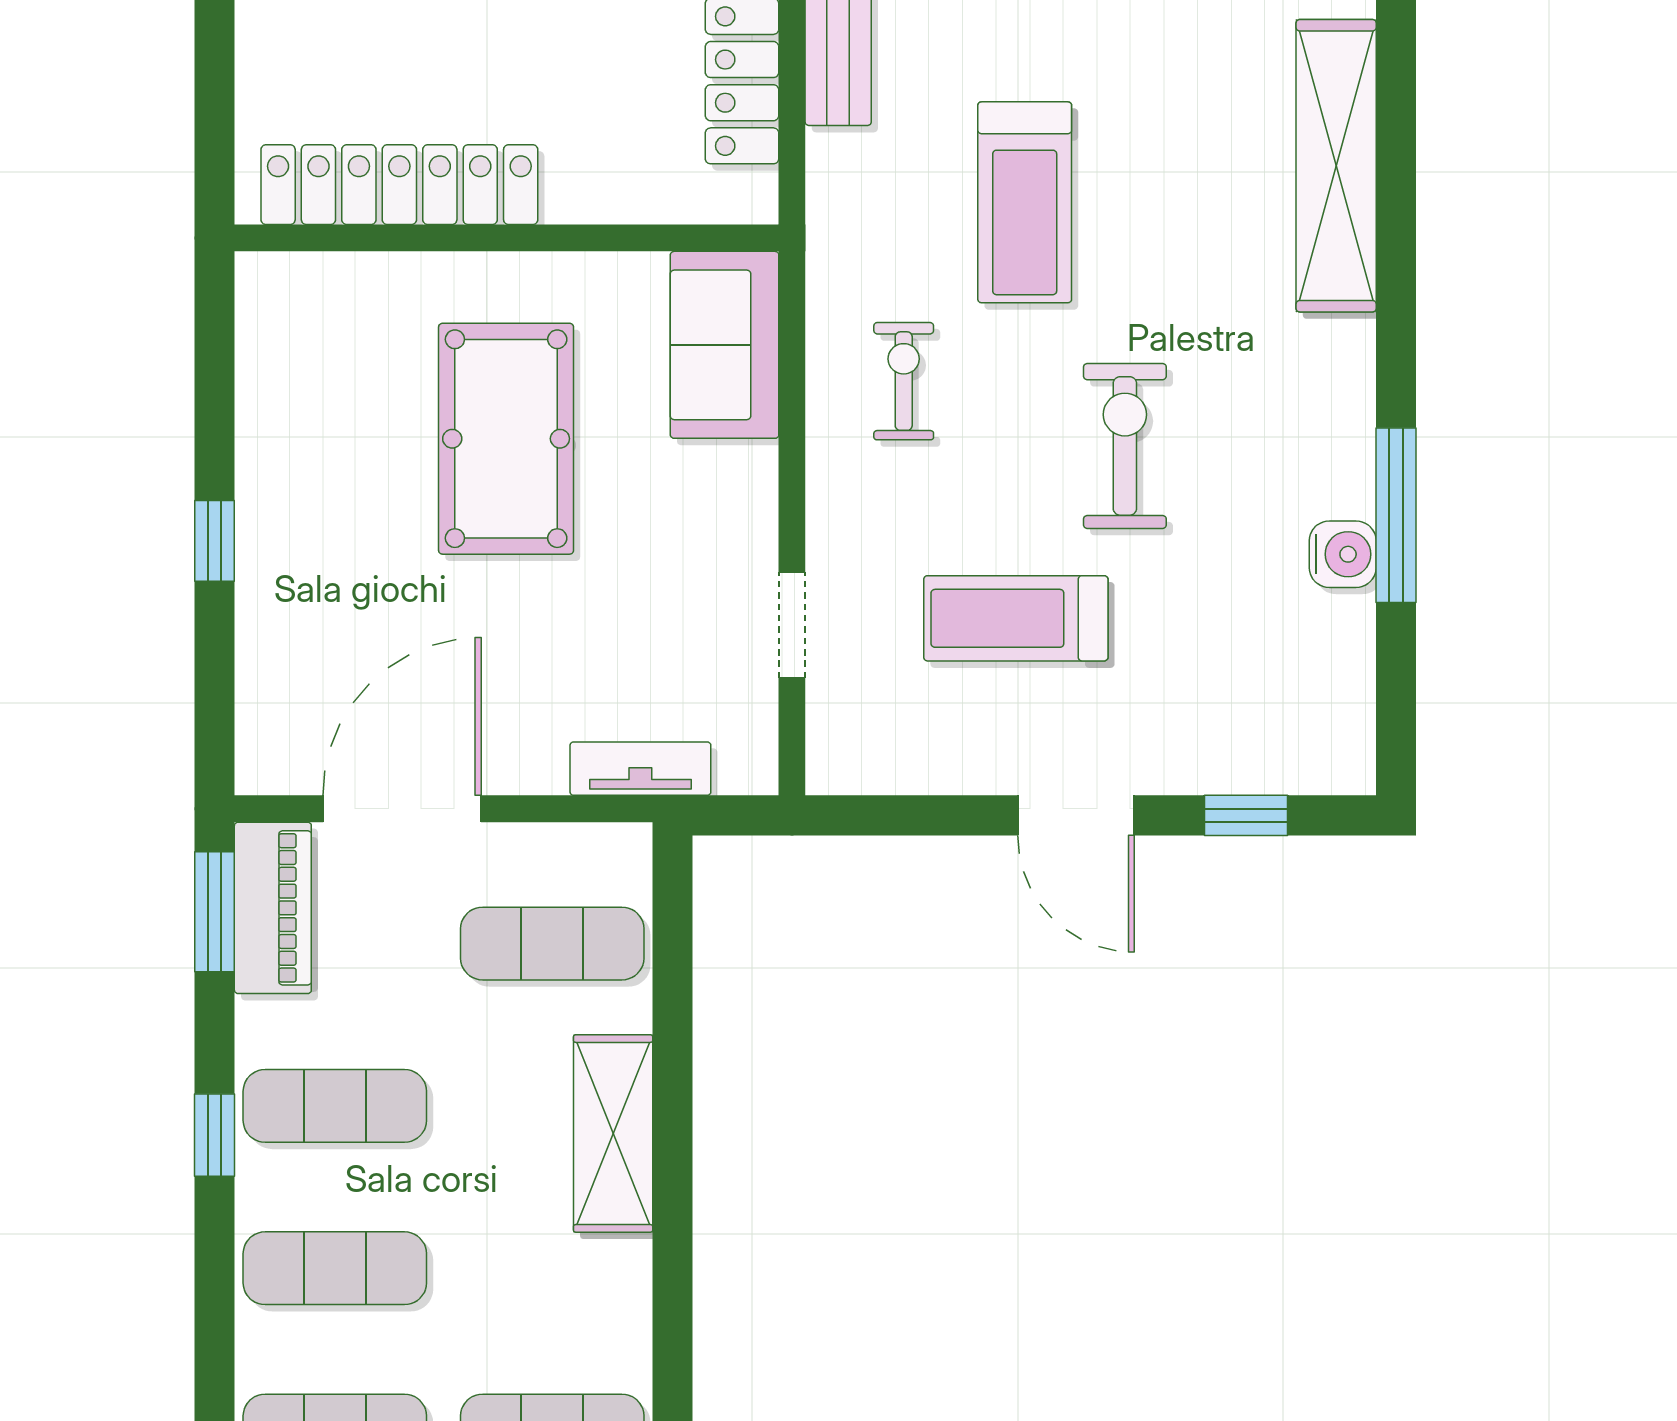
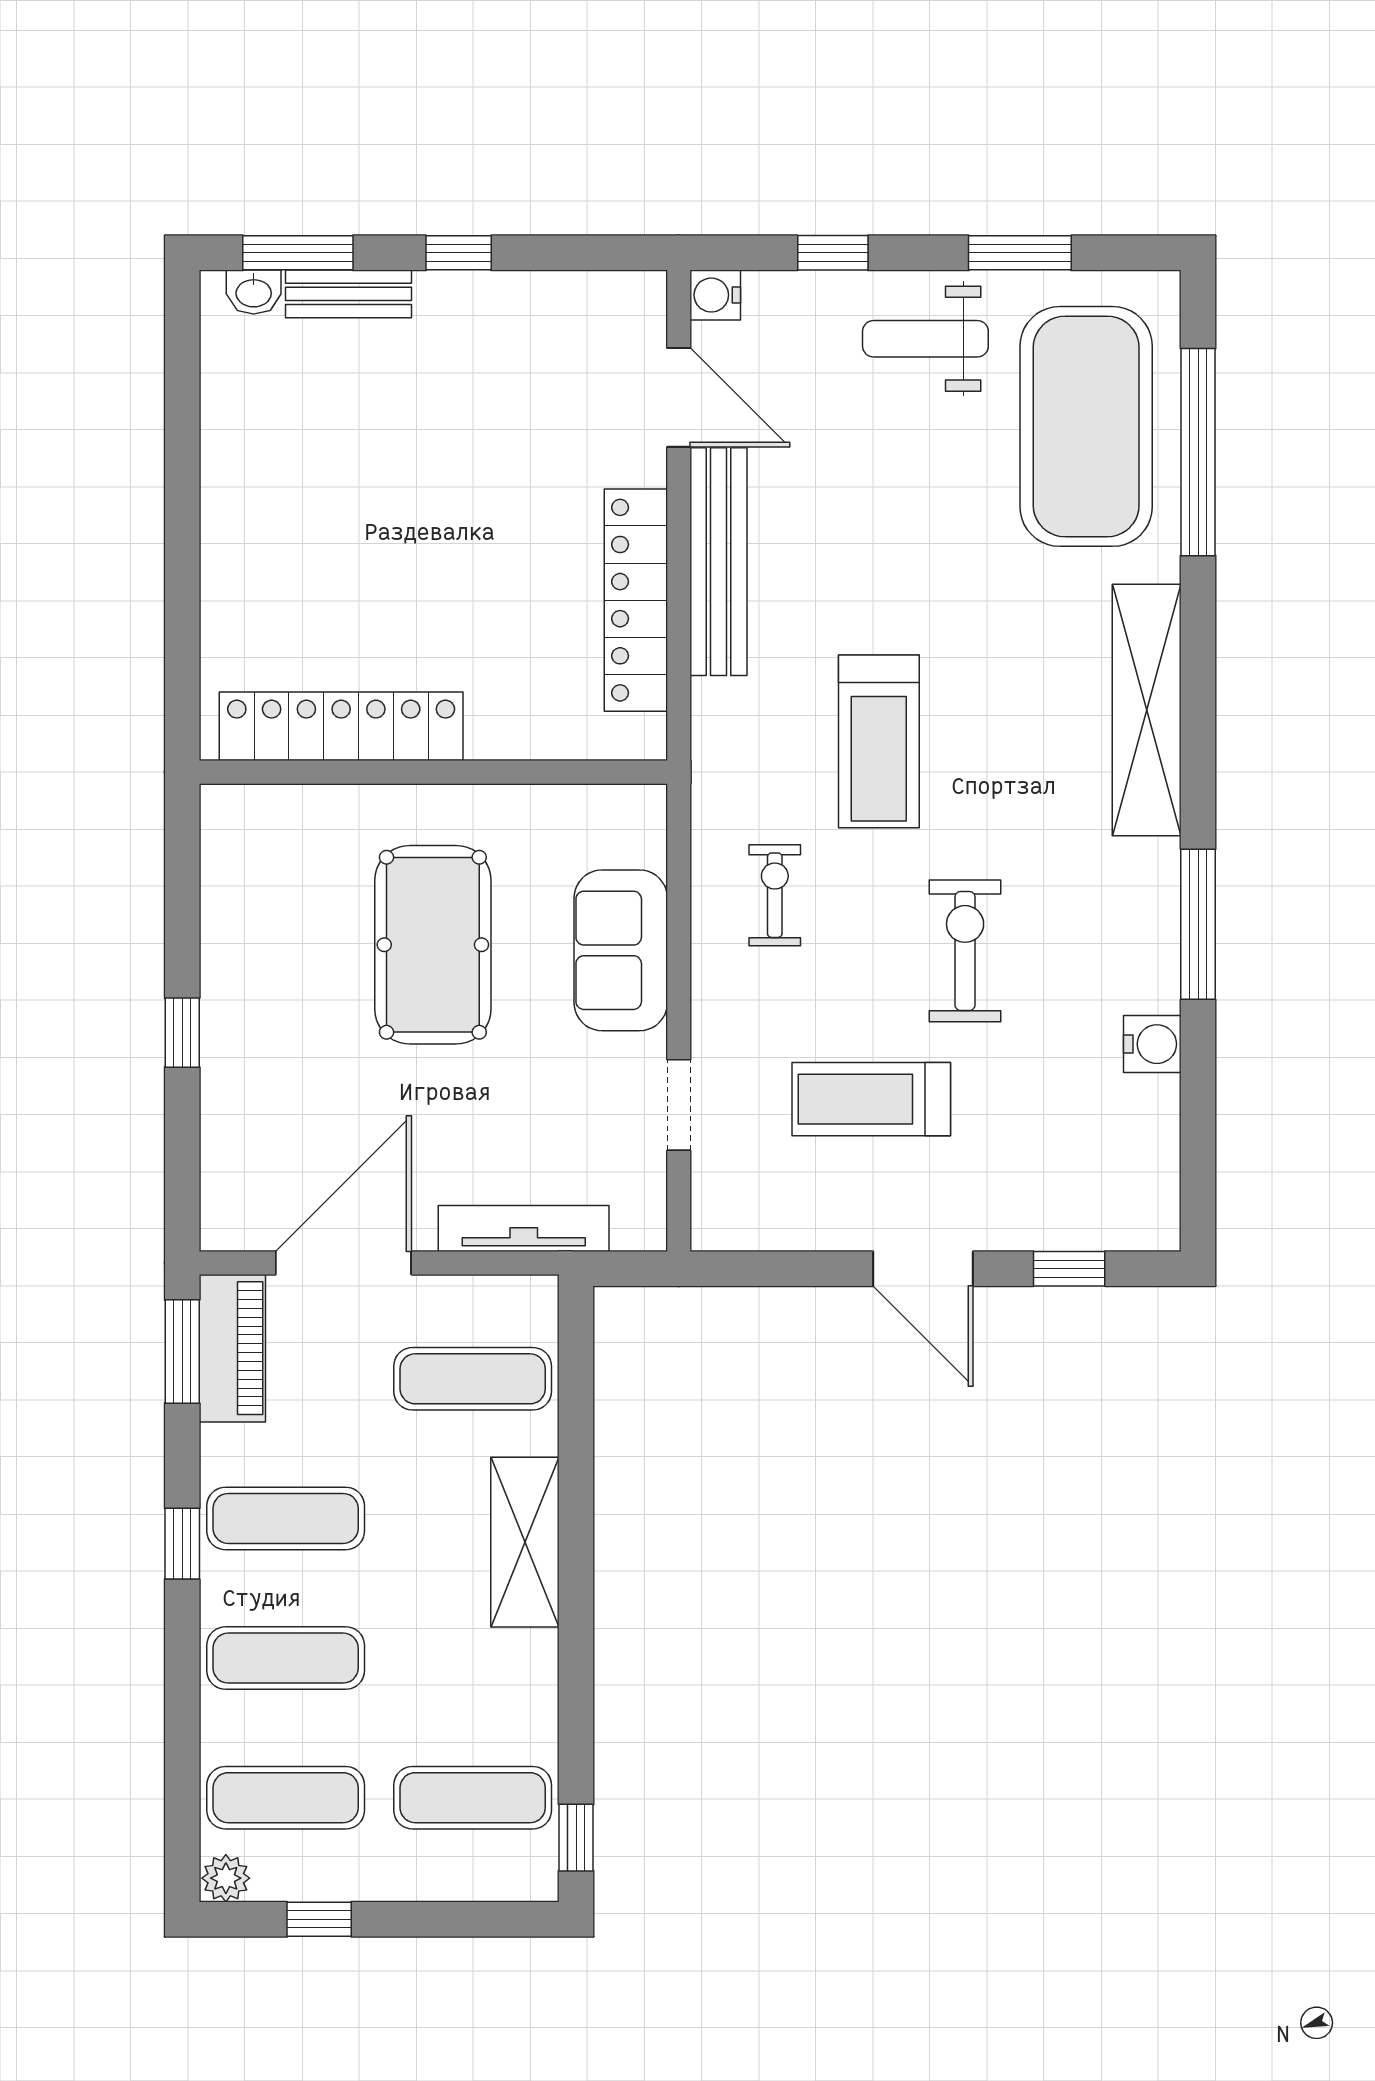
sofa: (725, 345) -> (621, 950), moved
window: (1396, 515) -> (1198, 924), moved
tv unit: (640, 769) -> (524, 1228), width x1.41

